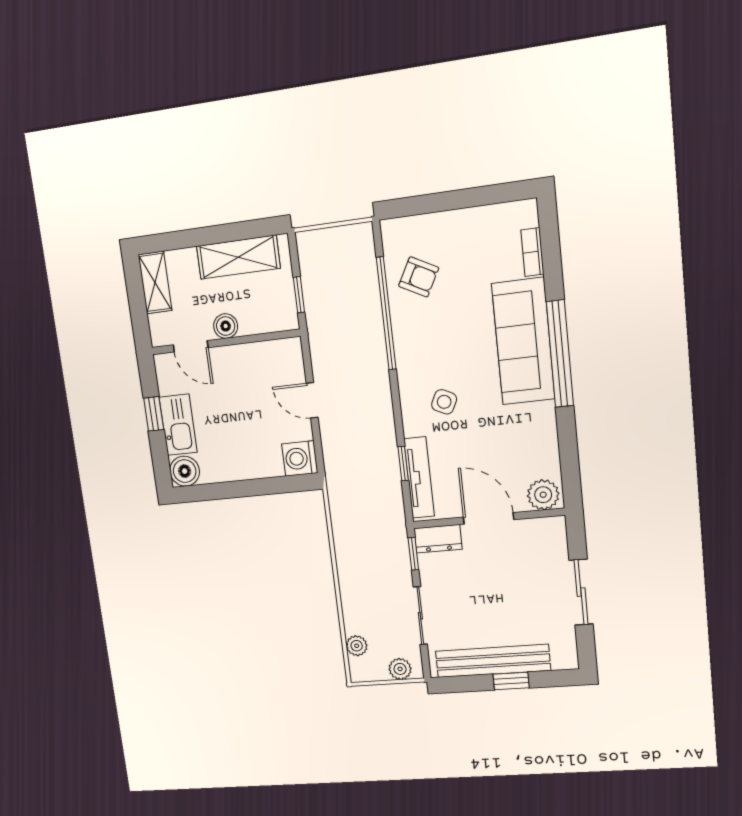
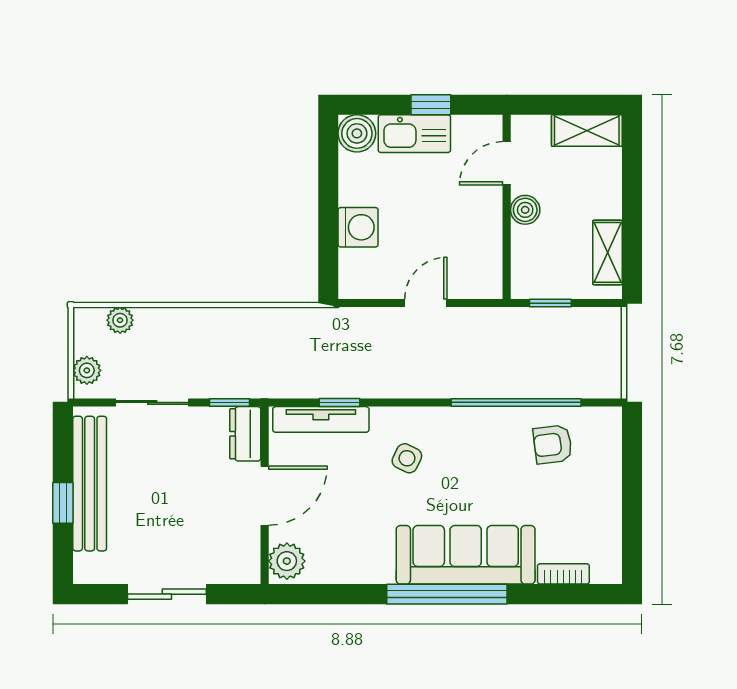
shelving: (238, 257) -> (607, 252), width x0.67, depth x0.75
armchair: (419, 277) -> (553, 444), turned 55
washing machine: (300, 458) -> (358, 227), moved, turned 90

